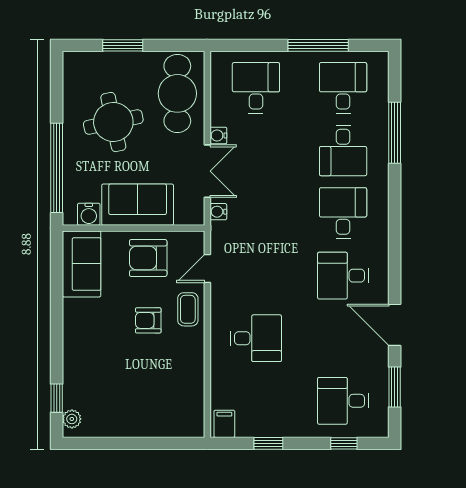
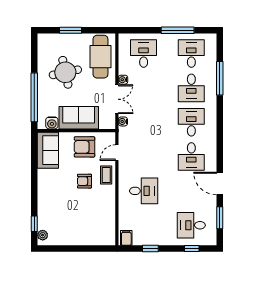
desk: (343, 276) -> (191, 157), turned -90

